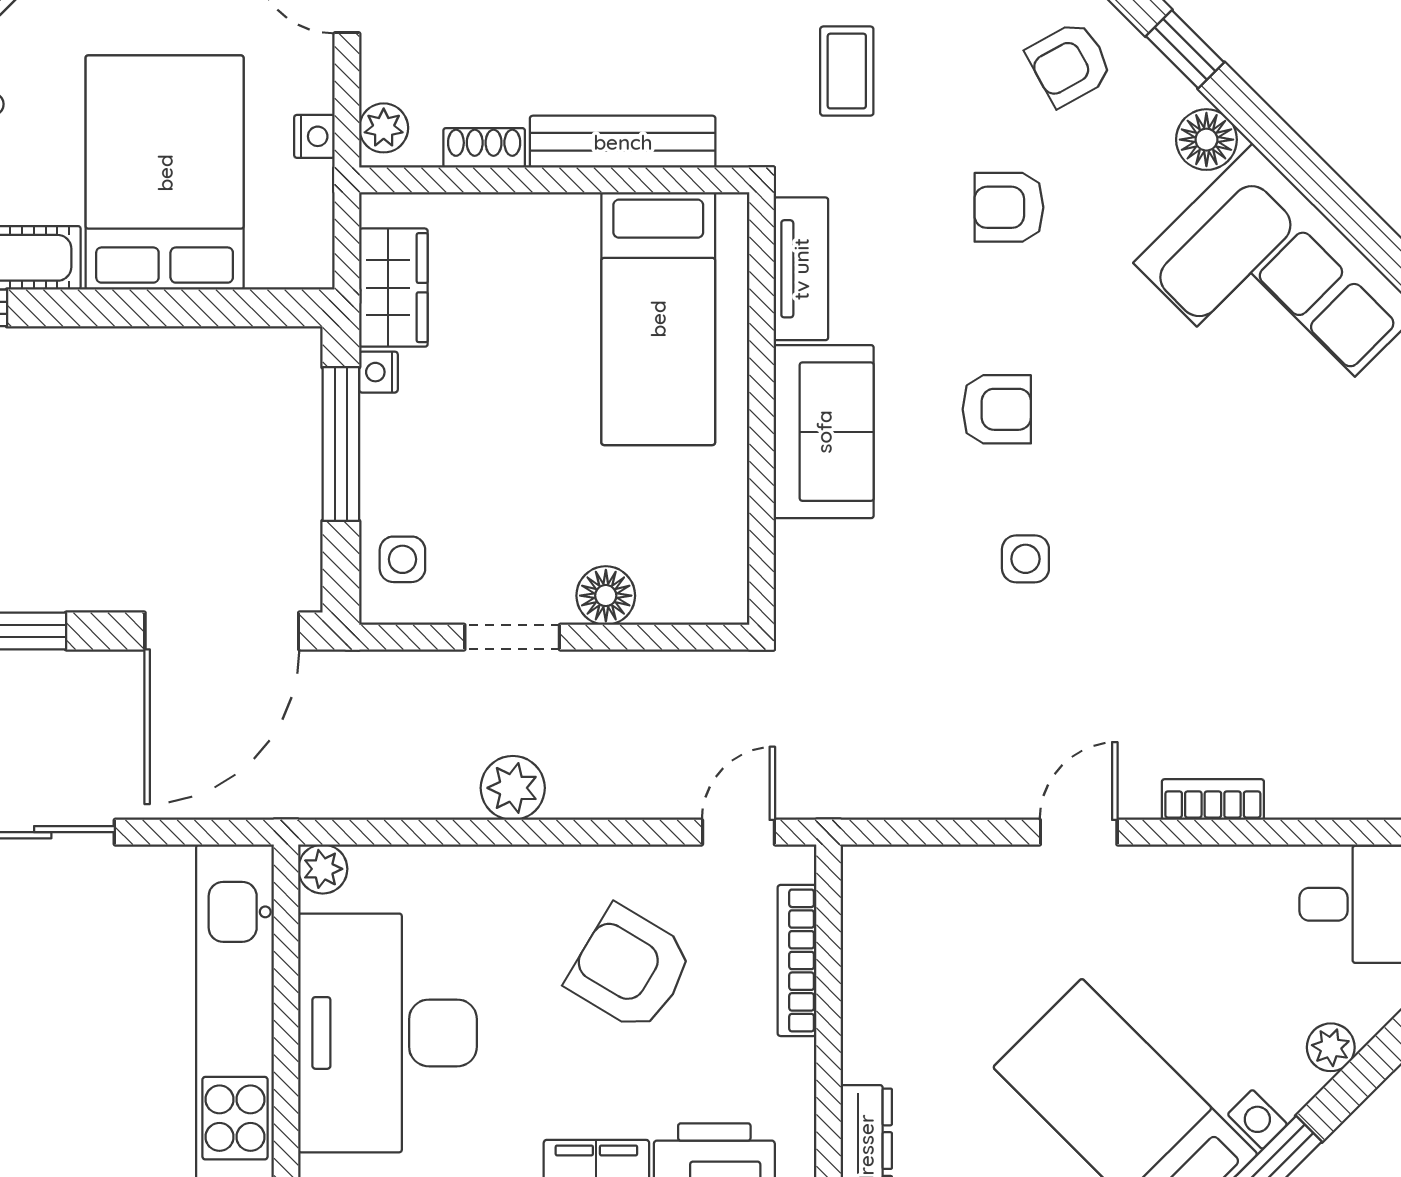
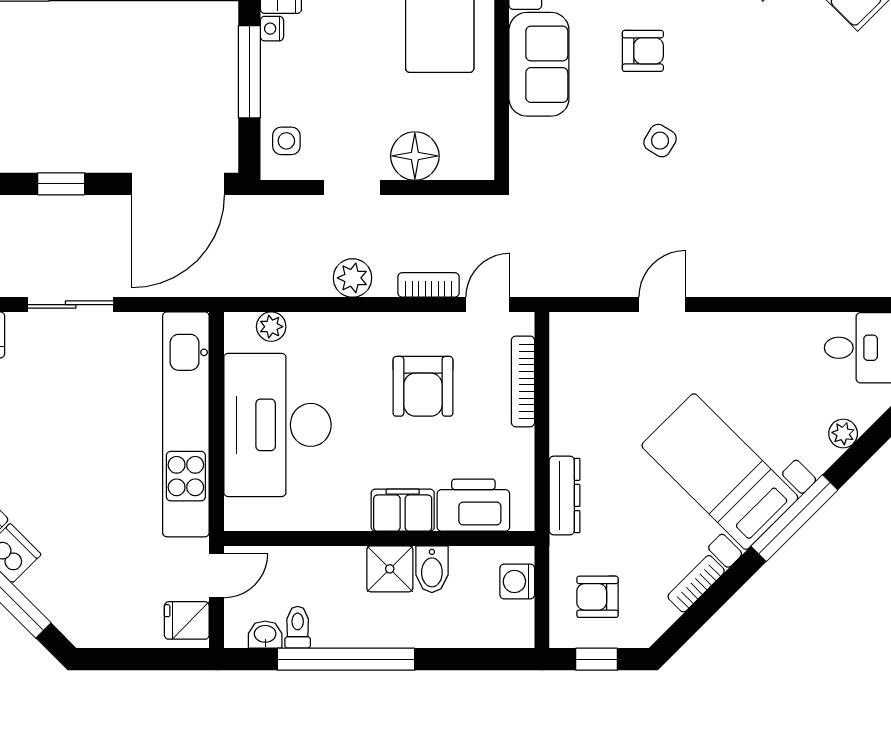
side table: (1025, 559) -> (660, 141), turned 31
floor lamp: (606, 596) -> (415, 156), width x1.38, depth x1.38
bookcase: (1213, 800) -> (428, 285), moved
door: (1079, 832) -> (662, 305), moved
plant: (323, 869) -> (271, 327), moved
armchair: (630, 969) -> (423, 386), turned -121

